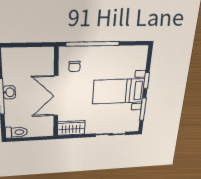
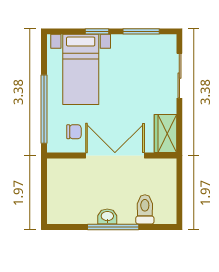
bed with nightstands: (119, 91) -> (81, 69), moved
double door: (56, 96) -> (115, 155), swing flipped
toilet: (16, 132) -> (145, 209), moved

